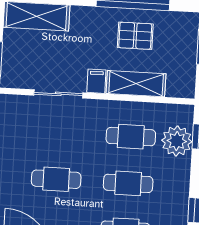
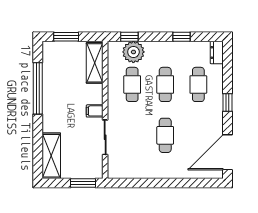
pallet: (135, 36) -> (61, 85), removed
shelving: (136, 84) -> (95, 63), moved

